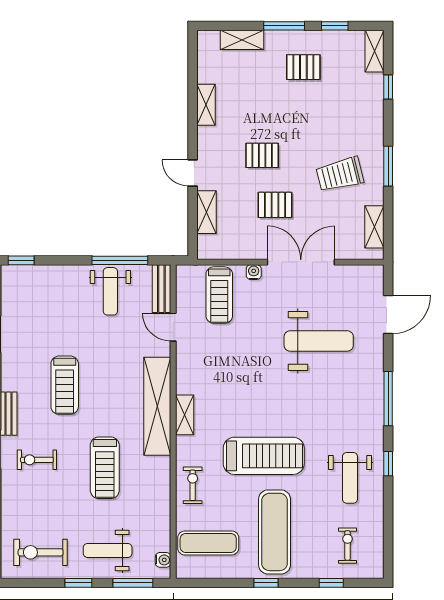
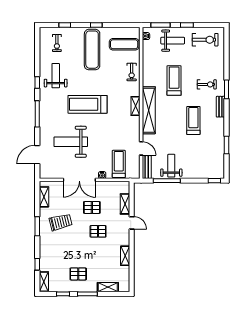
treadmill: (264, 456) -> (88, 104), moved

